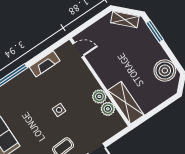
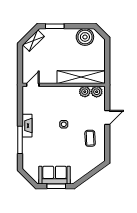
fireplace: (45, 64) -> (27, 126), moved
plant: (99, 96) -> (97, 92), moved
shelving: (126, 103) -> (81, 77), width x1.47

